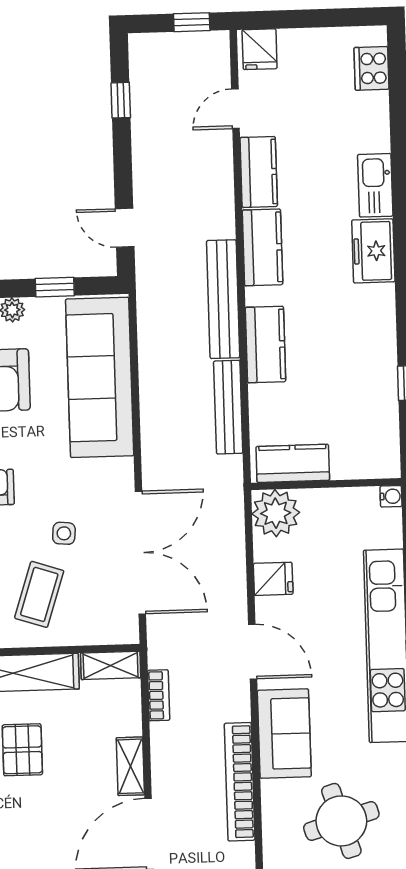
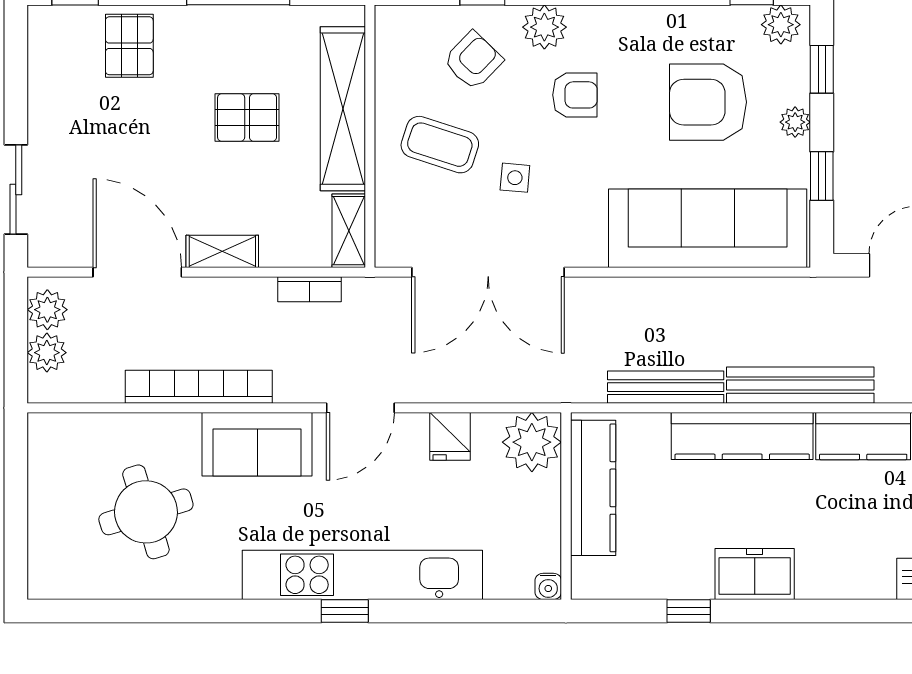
freezer: (373, 251) -> (755, 574), moved
kitchen counter: (265, 344) -> (742, 436), width x1.50
kitchen counter: (293, 463) -> (593, 488), width x1.50

